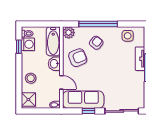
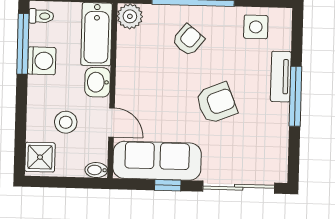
washing machine: (28, 44) -> (42, 61), moved
window: (19, 47) -> (23, 44), width x2.17
armchair: (78, 58) -> (216, 103), moved
stool: (31, 78) -> (66, 122), moved

